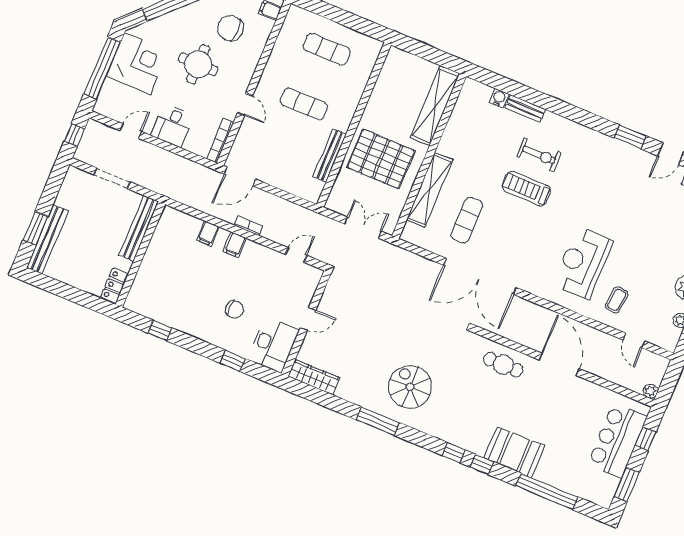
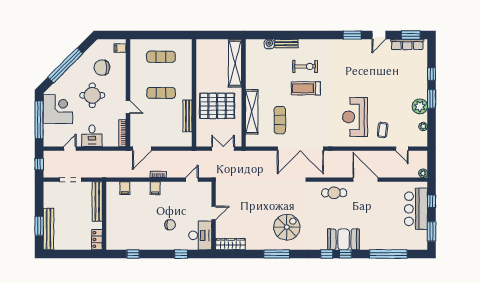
filing cabinet: (208, 233) -> (125, 188), moved
spiral stairs: (410, 387) -> (287, 227), turned 90
booth: (514, 452) -> (343, 239), moved

